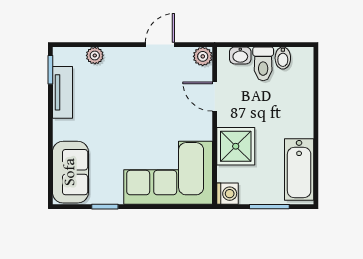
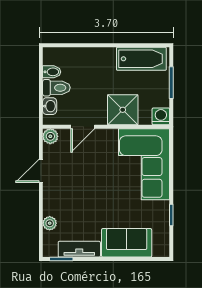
door: (160, 45) -> (41, 171), hinge flipped
sofa: (70, 172) -> (127, 243), moved

